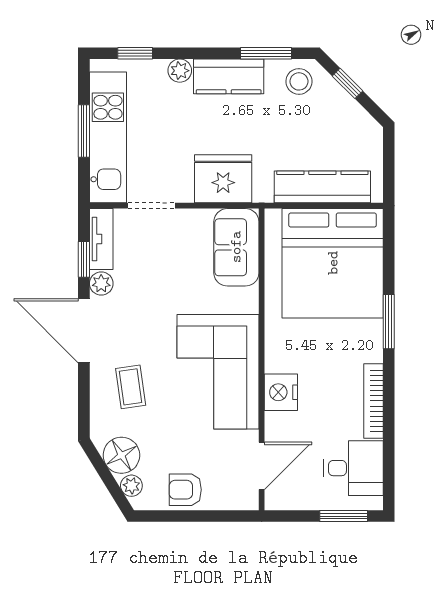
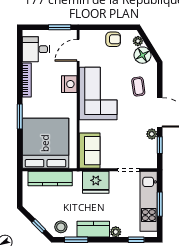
tv unit: (101, 239) -> (152, 154), removed
window: (344, 516) -> (60, 27), moved

